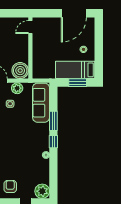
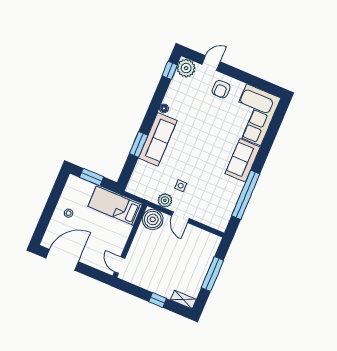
door: (30, 27) -> (120, 265), swing flipped
bed: (75, 70) -> (115, 206), moved, turned 180
sofa: (41, 103) -> (158, 139), moved
window: (53, 142) -> (170, 70), moved

